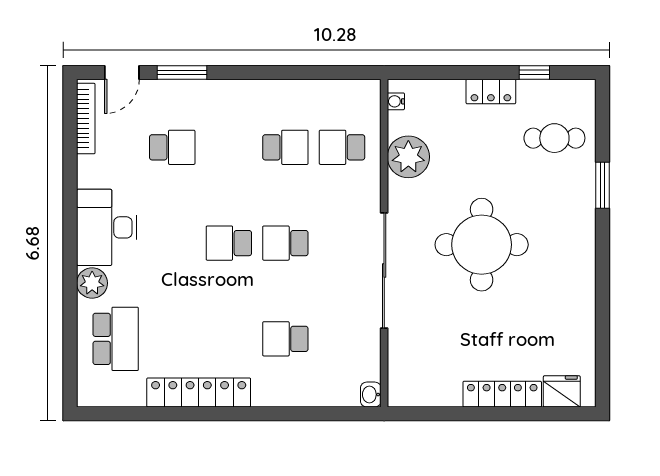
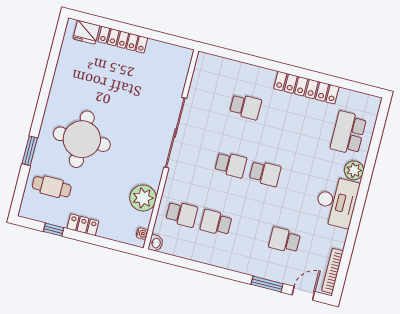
round table: (482, 245) -> (82, 139), moved
washbasin: (371, 395) -> (156, 243), moved

